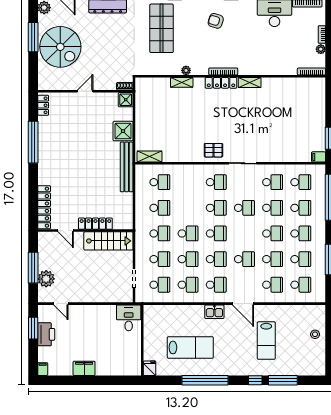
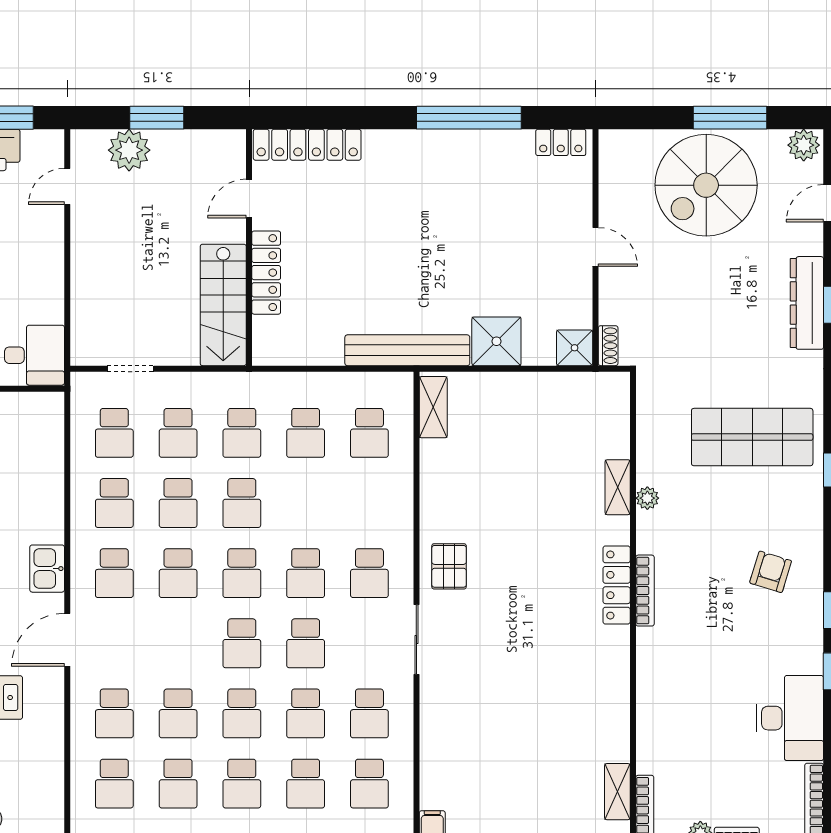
shelving: (250, 83) -> (617, 792), moved
school desk: (244, 259) -> (242, 643), moved
window: (33, 268) -> (157, 118), width x0.69

